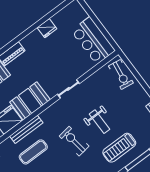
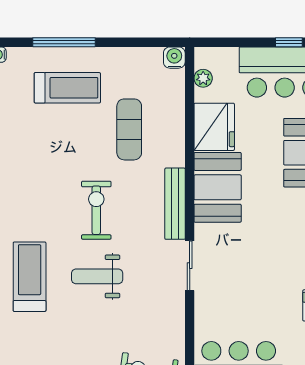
bench: (26, 129) -> (175, 204), moved
exercise bike: (74, 141) -> (96, 210), turned -82

